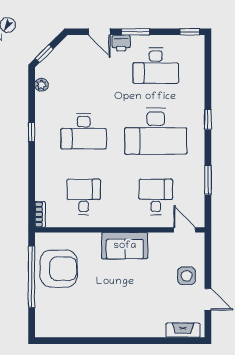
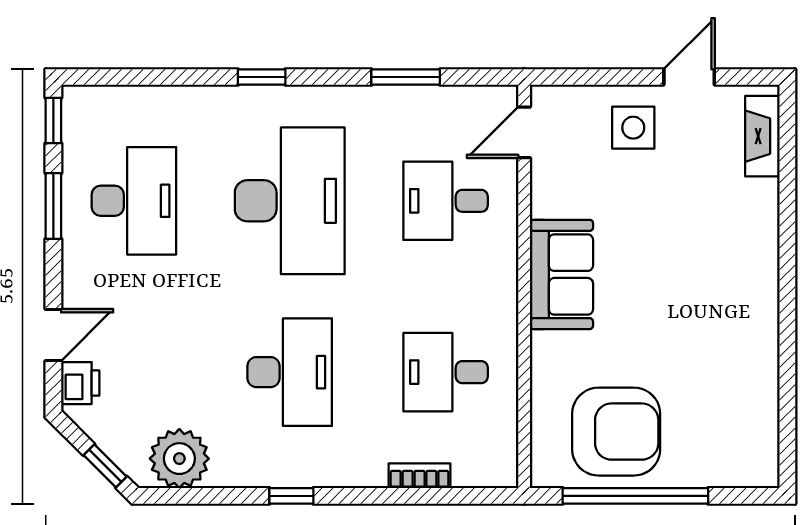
window: (135, 32) -> (53, 206), moved
printer: (121, 43) -> (80, 383), moved
plant: (41, 85) -> (179, 459), width x1.87, depth x1.87
bookcase: (40, 214) -> (420, 476), moved
armchair: (59, 269) -> (616, 432), turned 90

